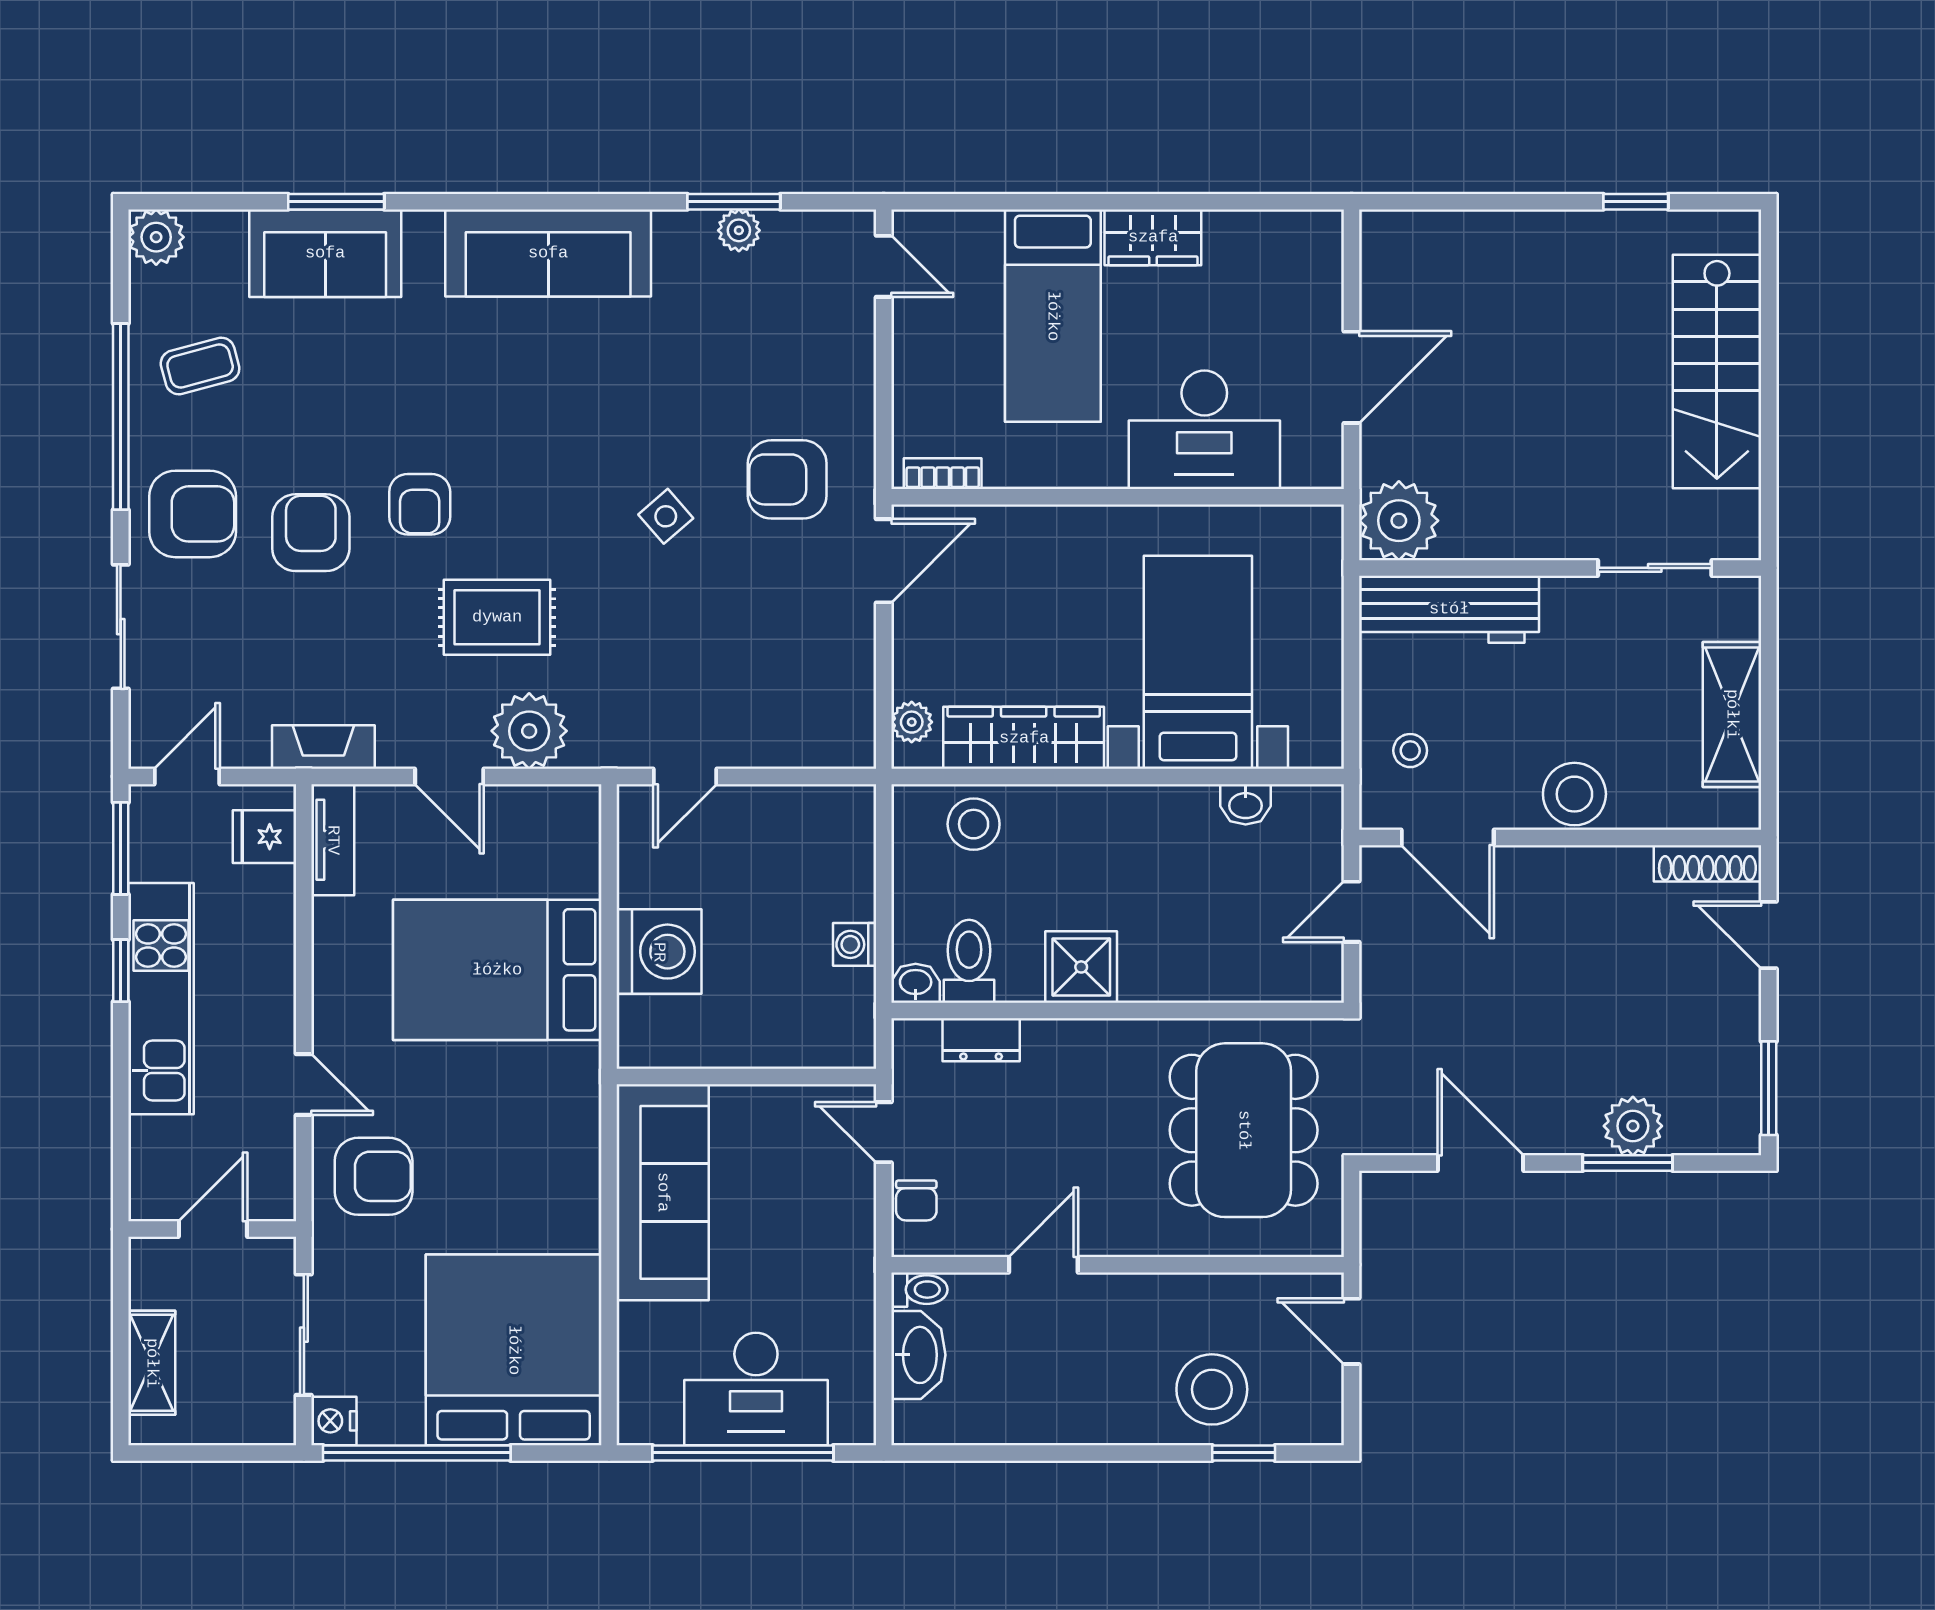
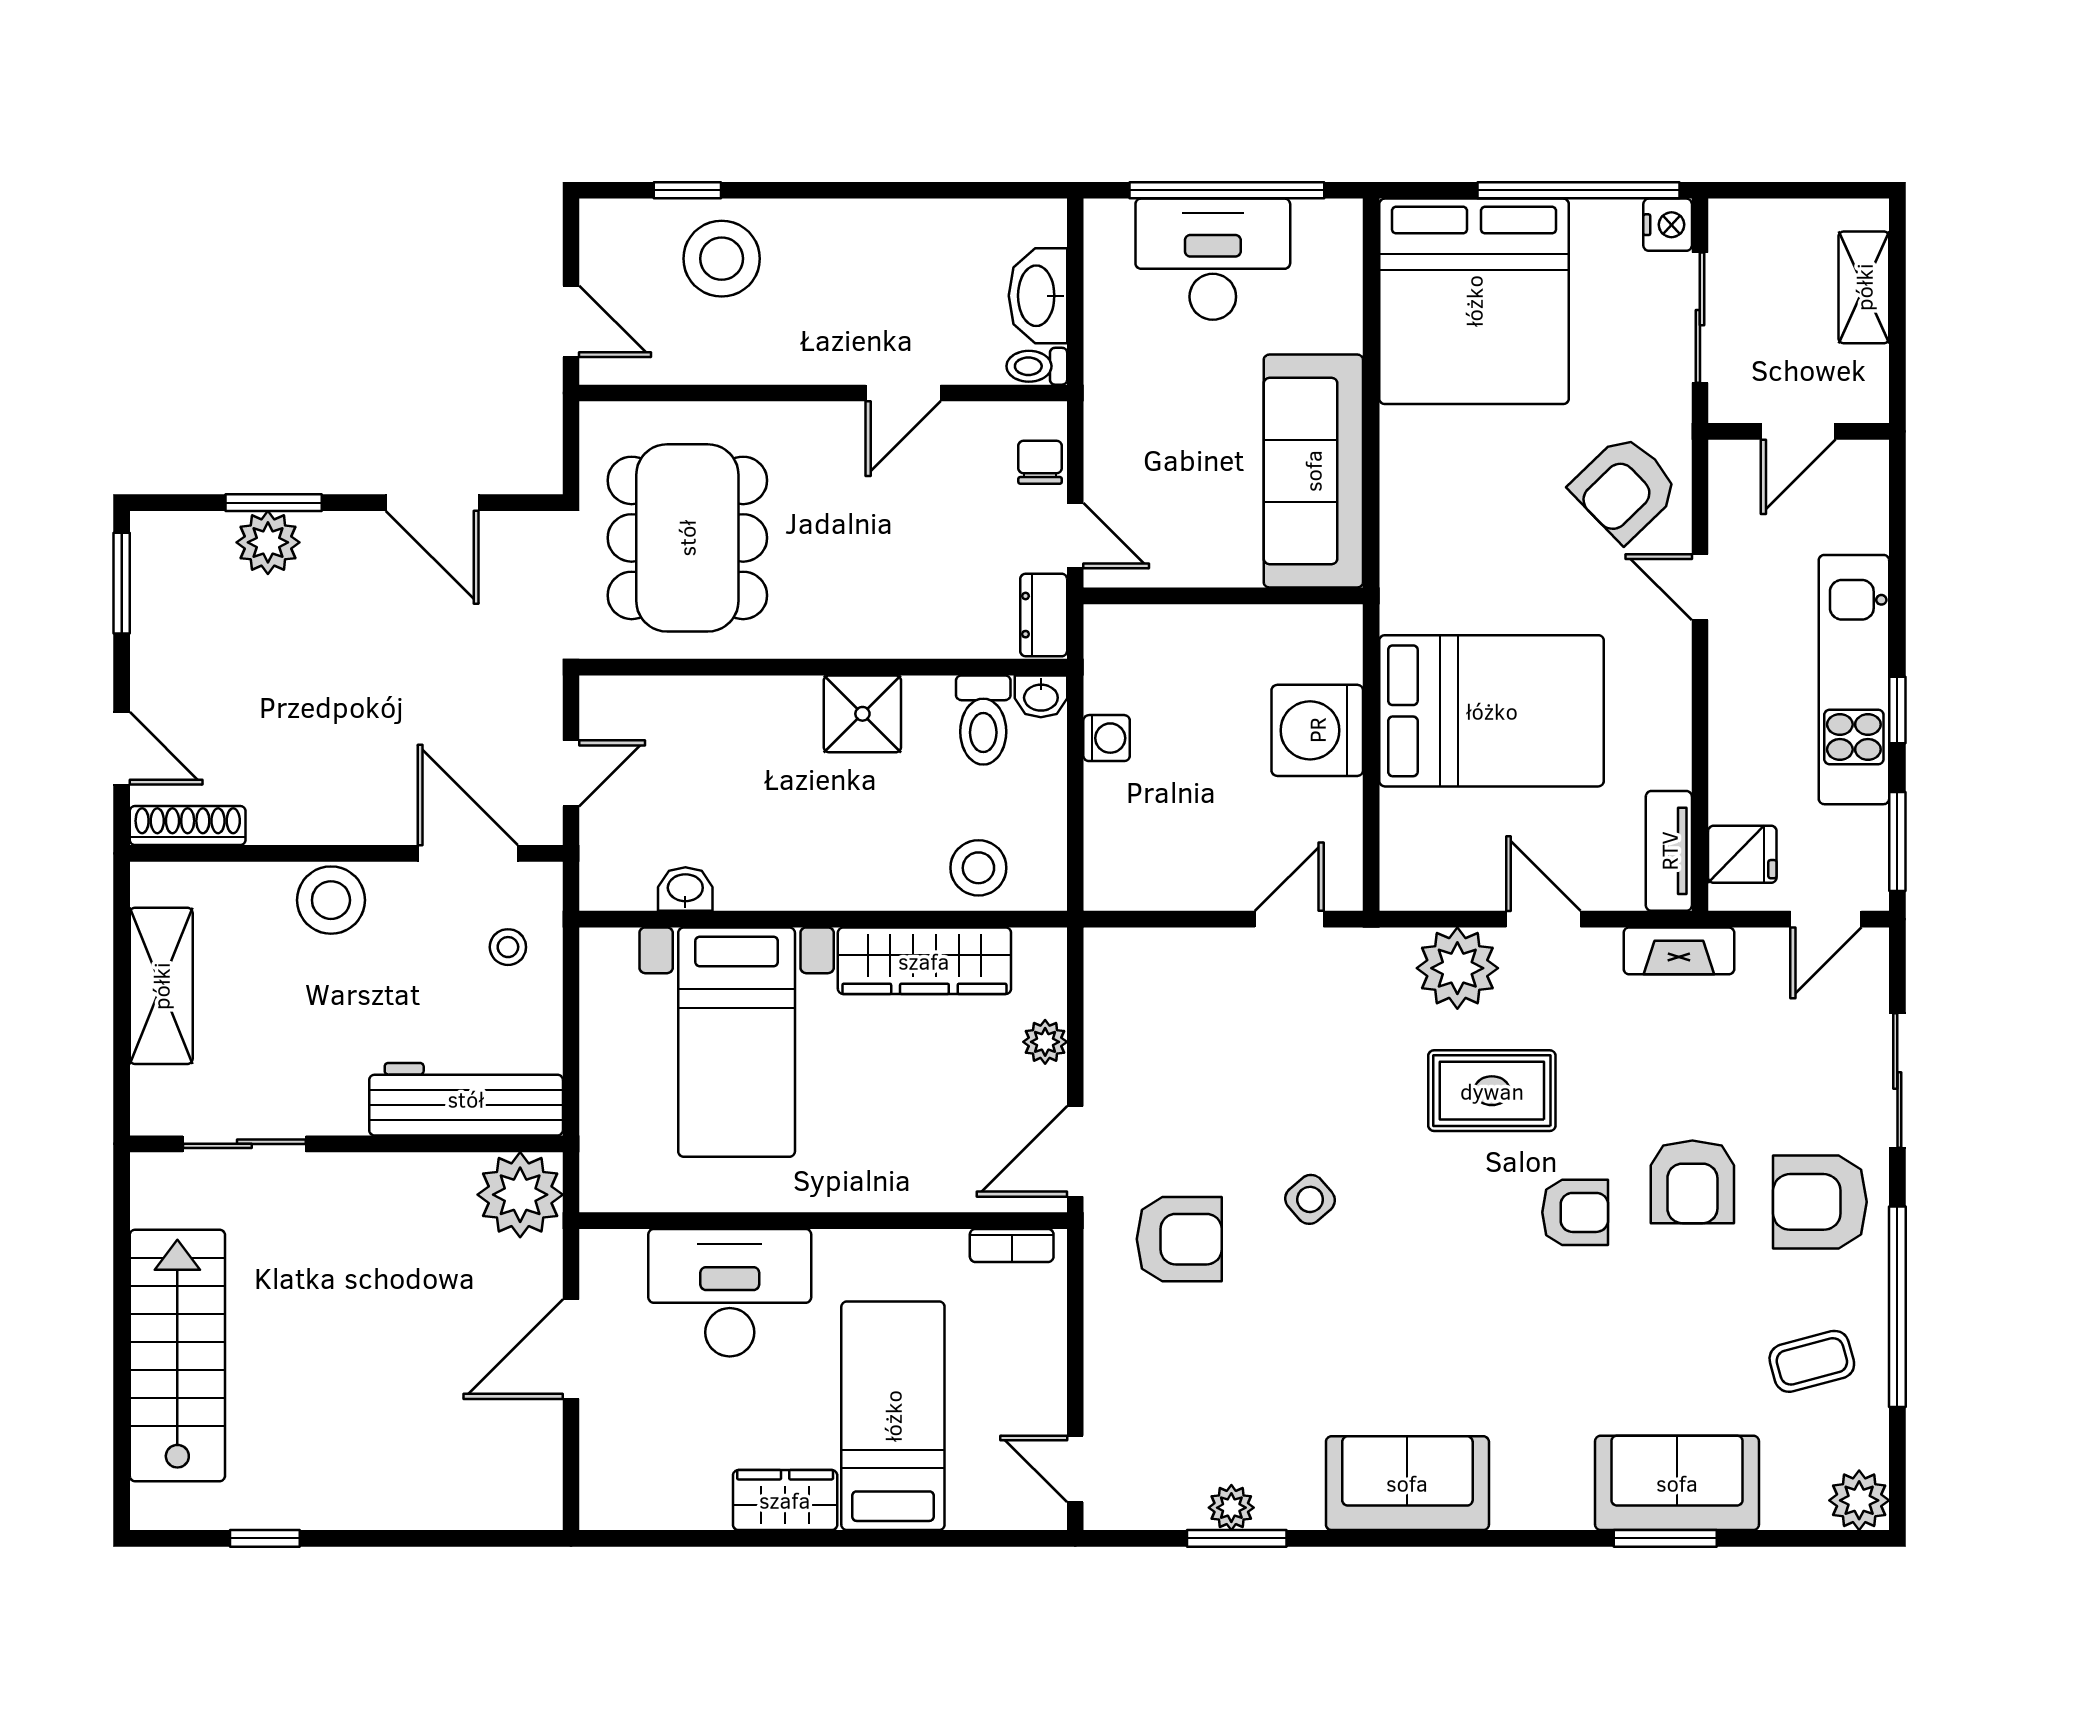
sofa: (548, 253) -> (1407, 1483), width x0.73
armchair: (420, 504) -> (1575, 1212), turned 90
plant: (912, 722) -> (1045, 1042), moved
dresser: (981, 1040) -> (1044, 615), moved, turned -90
armchair: (374, 1176) -> (1625, 488), turned -44

